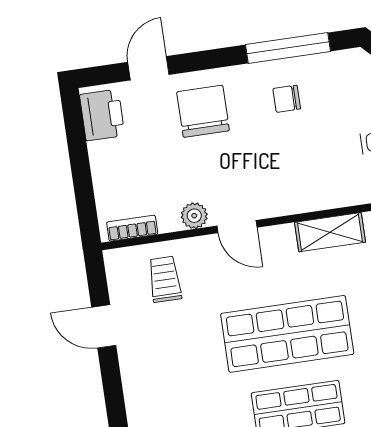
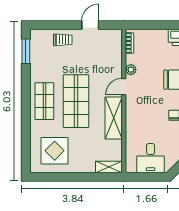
shelving: (330, 232) -> (114, 118), width x1.50, depth x1.33
trolley: (165, 279) -> (63, 40), moved

